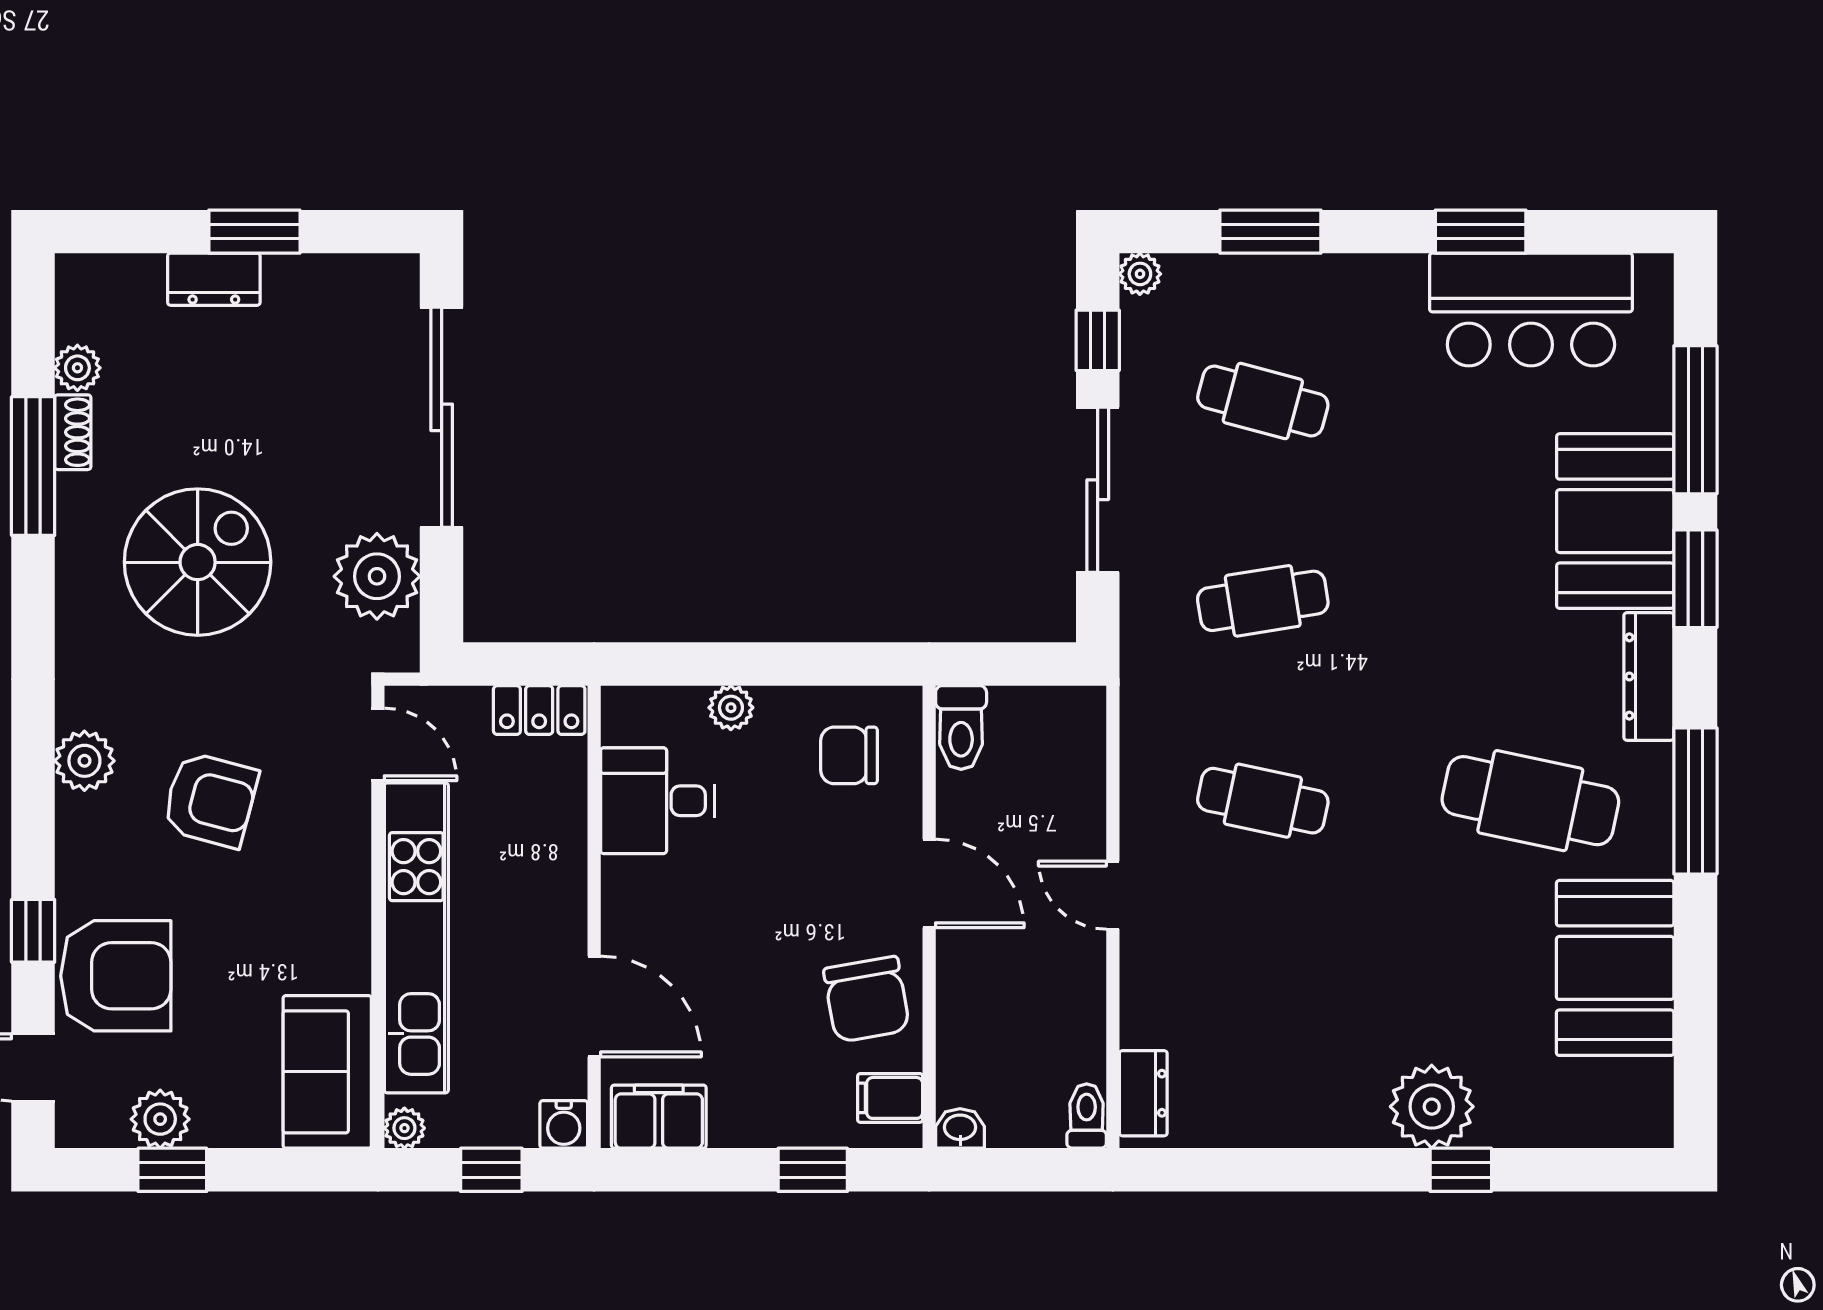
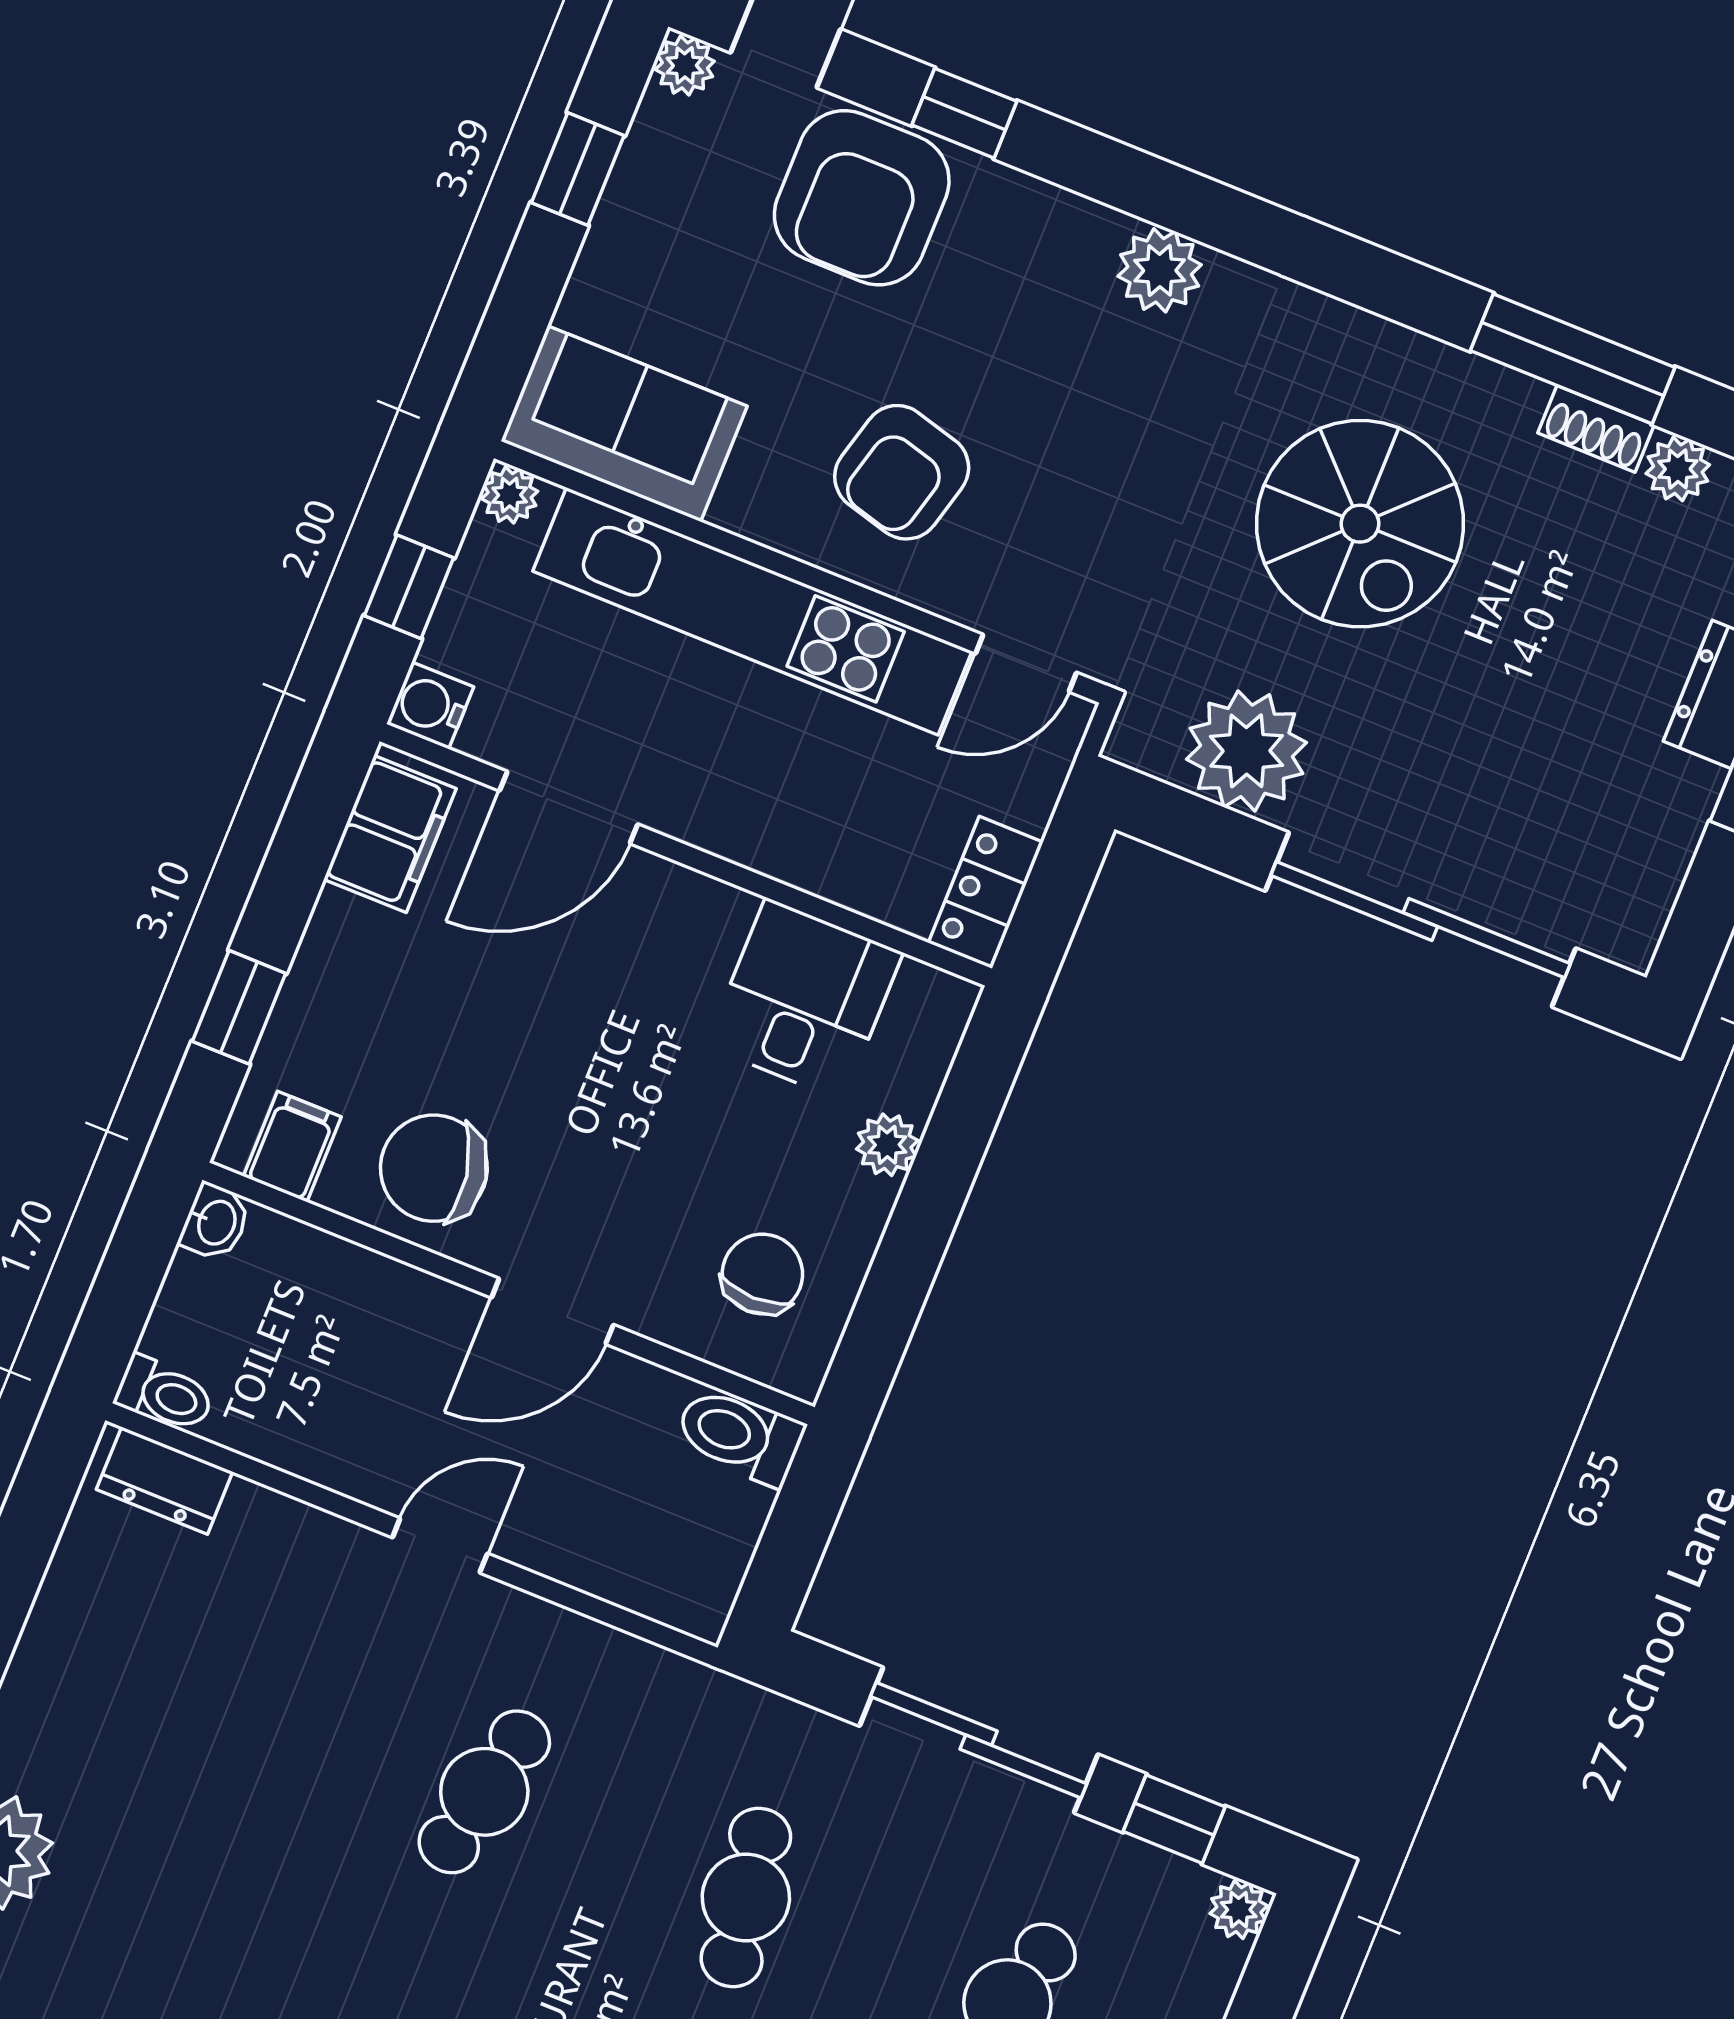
armchair: (210, 800) -> (902, 472), moved
plant: (160, 1119) -> (685, 65), moved, width x0.73, depth x0.73

